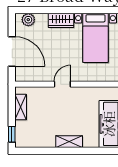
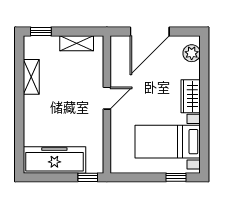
door: (62, 84) -> (107, 98), hinge flipped
shelving: (69, 142) -> (31, 77), moved

